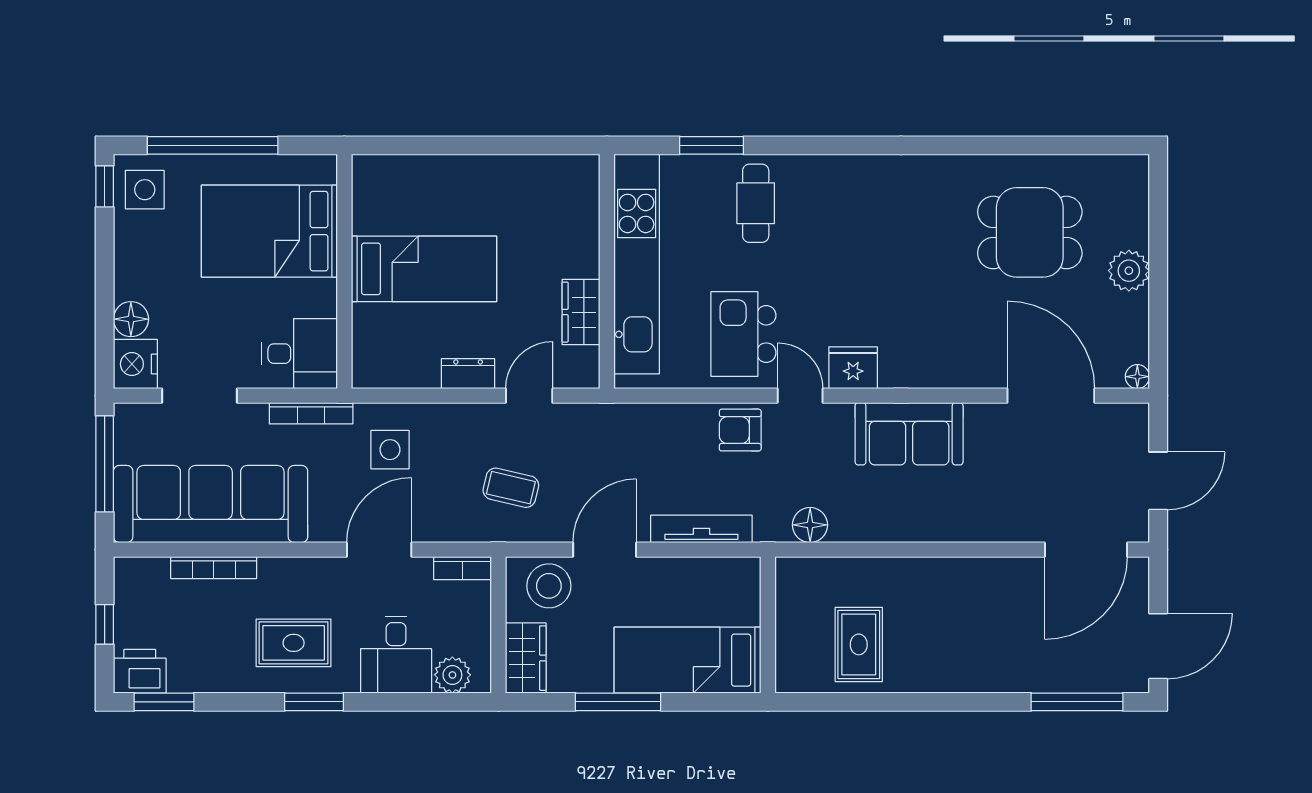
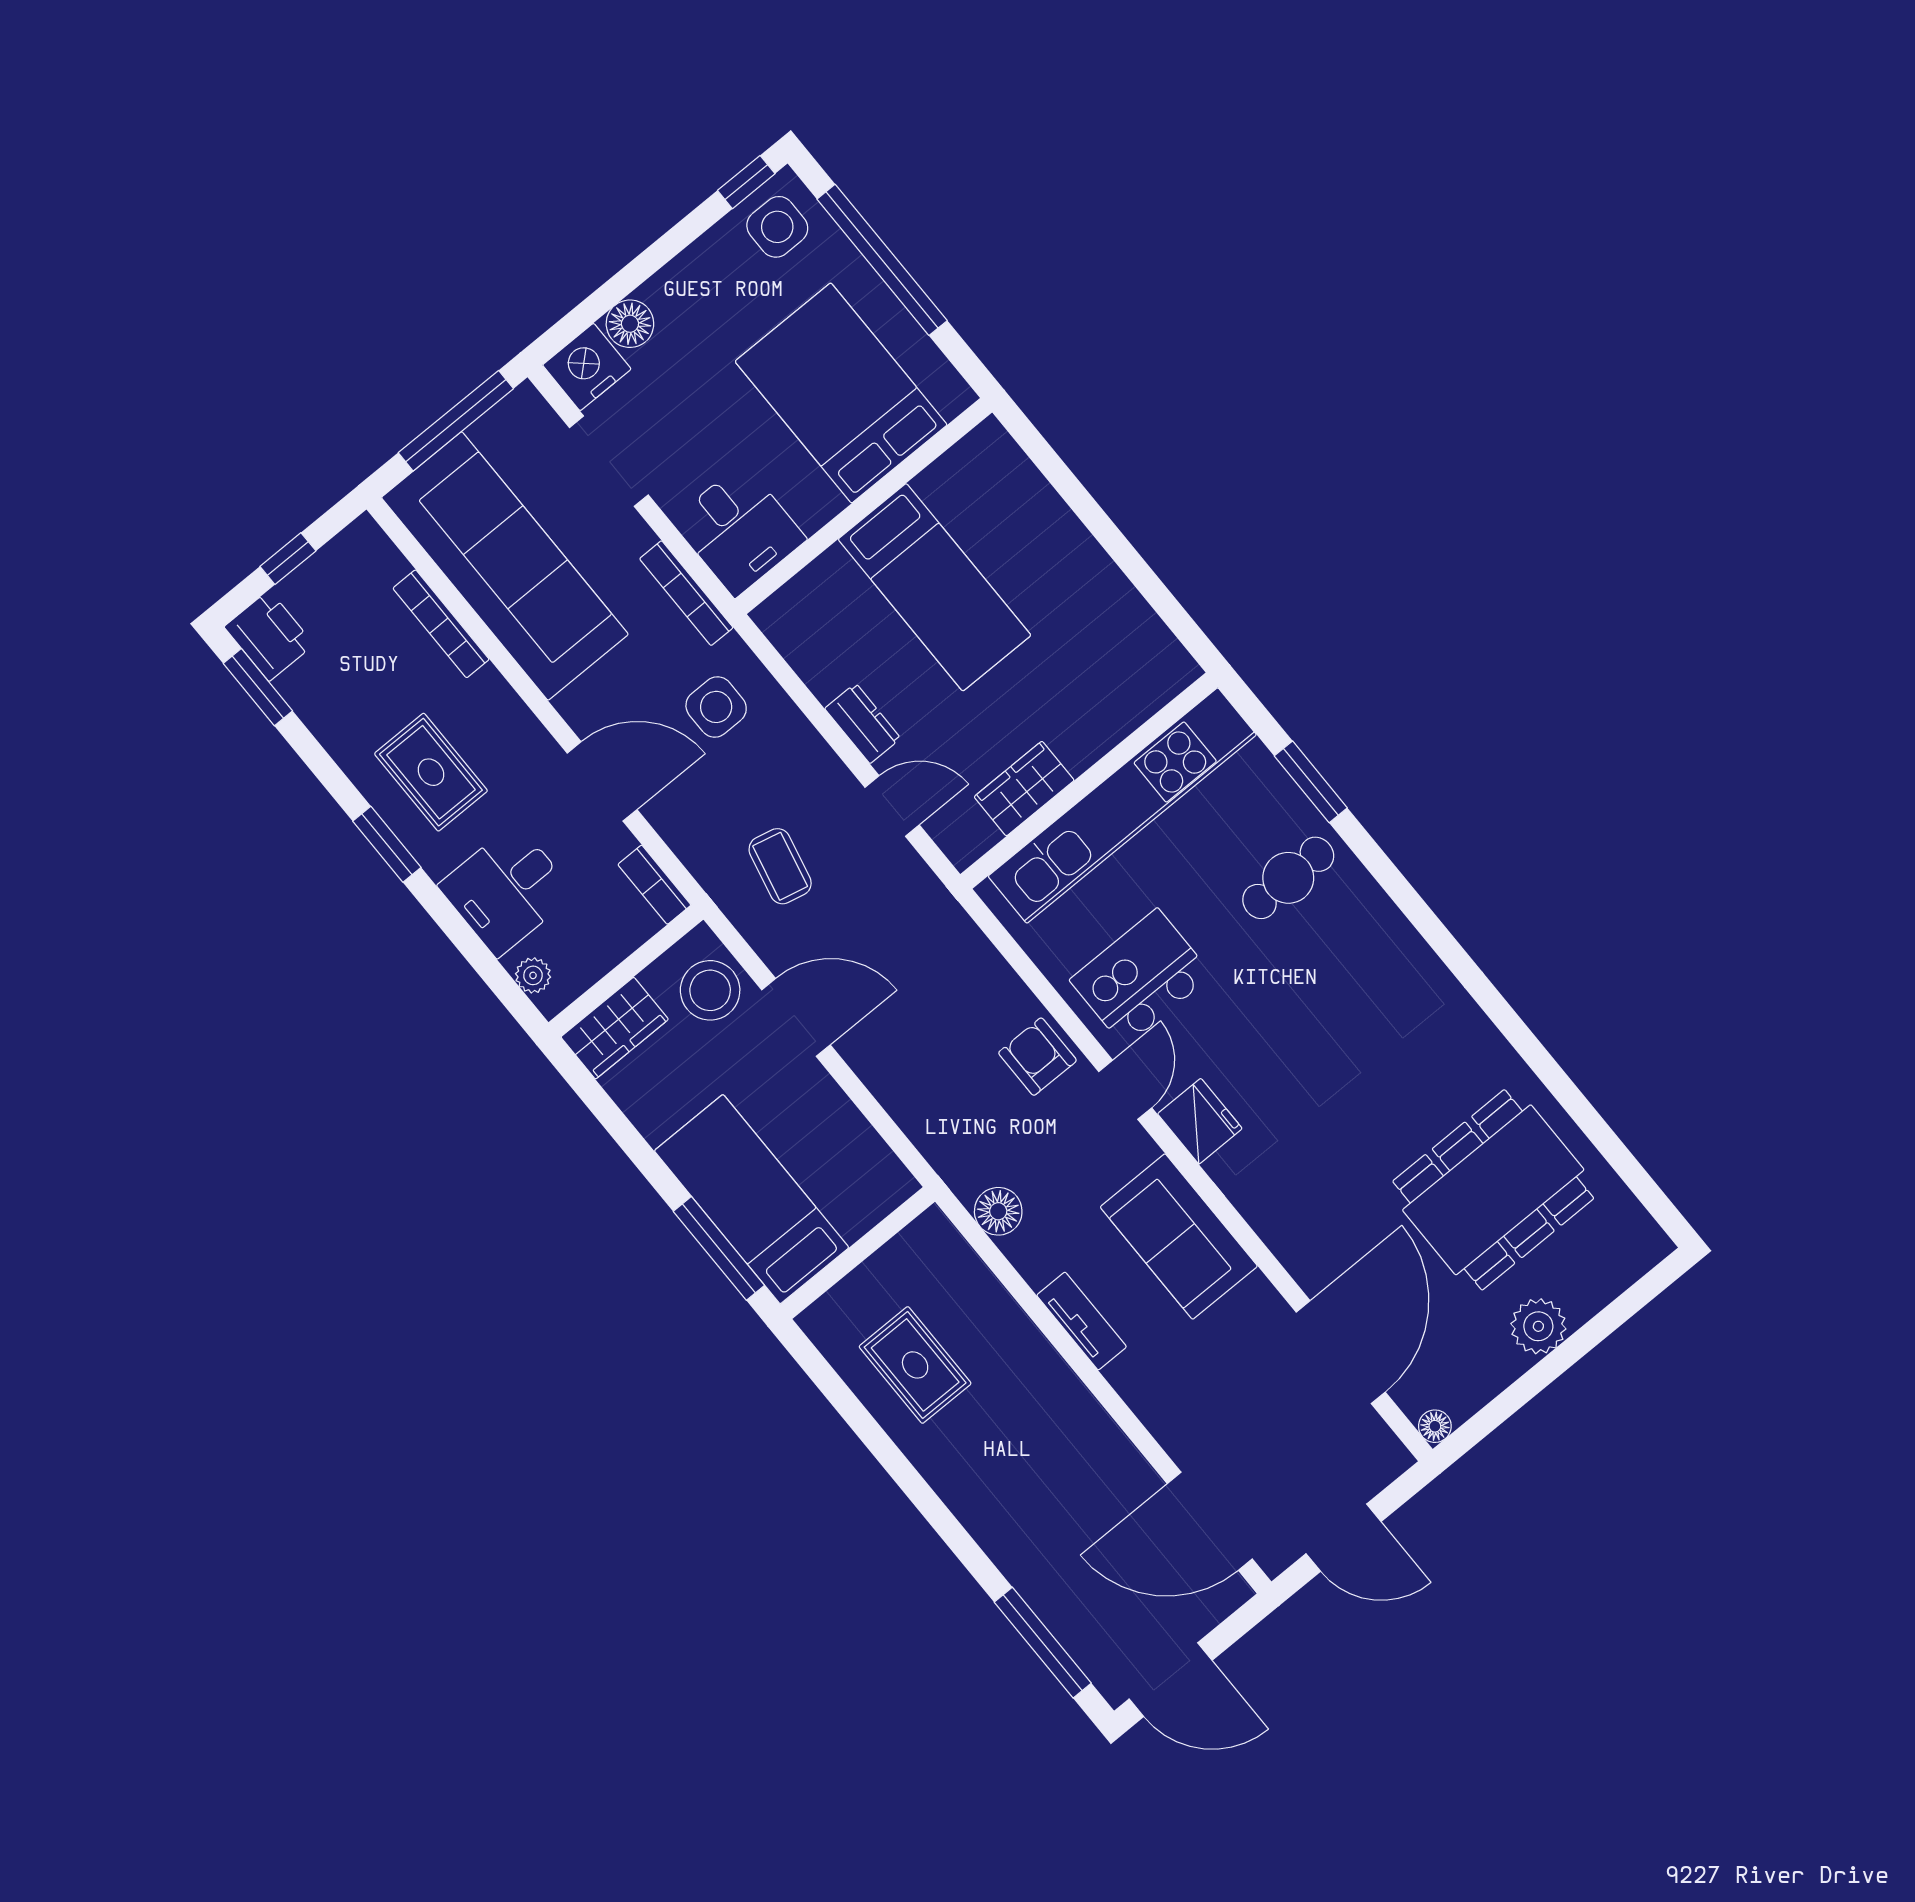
dining table: (1030, 232) -> (1493, 1190), width x1.38
tv unit: (701, 529) -> (1082, 1321), moved, width x0.71
rug: (859, 644) -> (915, 1365), turned 90
plant: (452, 675) -> (533, 975), width x0.73, depth x0.73
window: (618, 702) -> (719, 1248), moved

